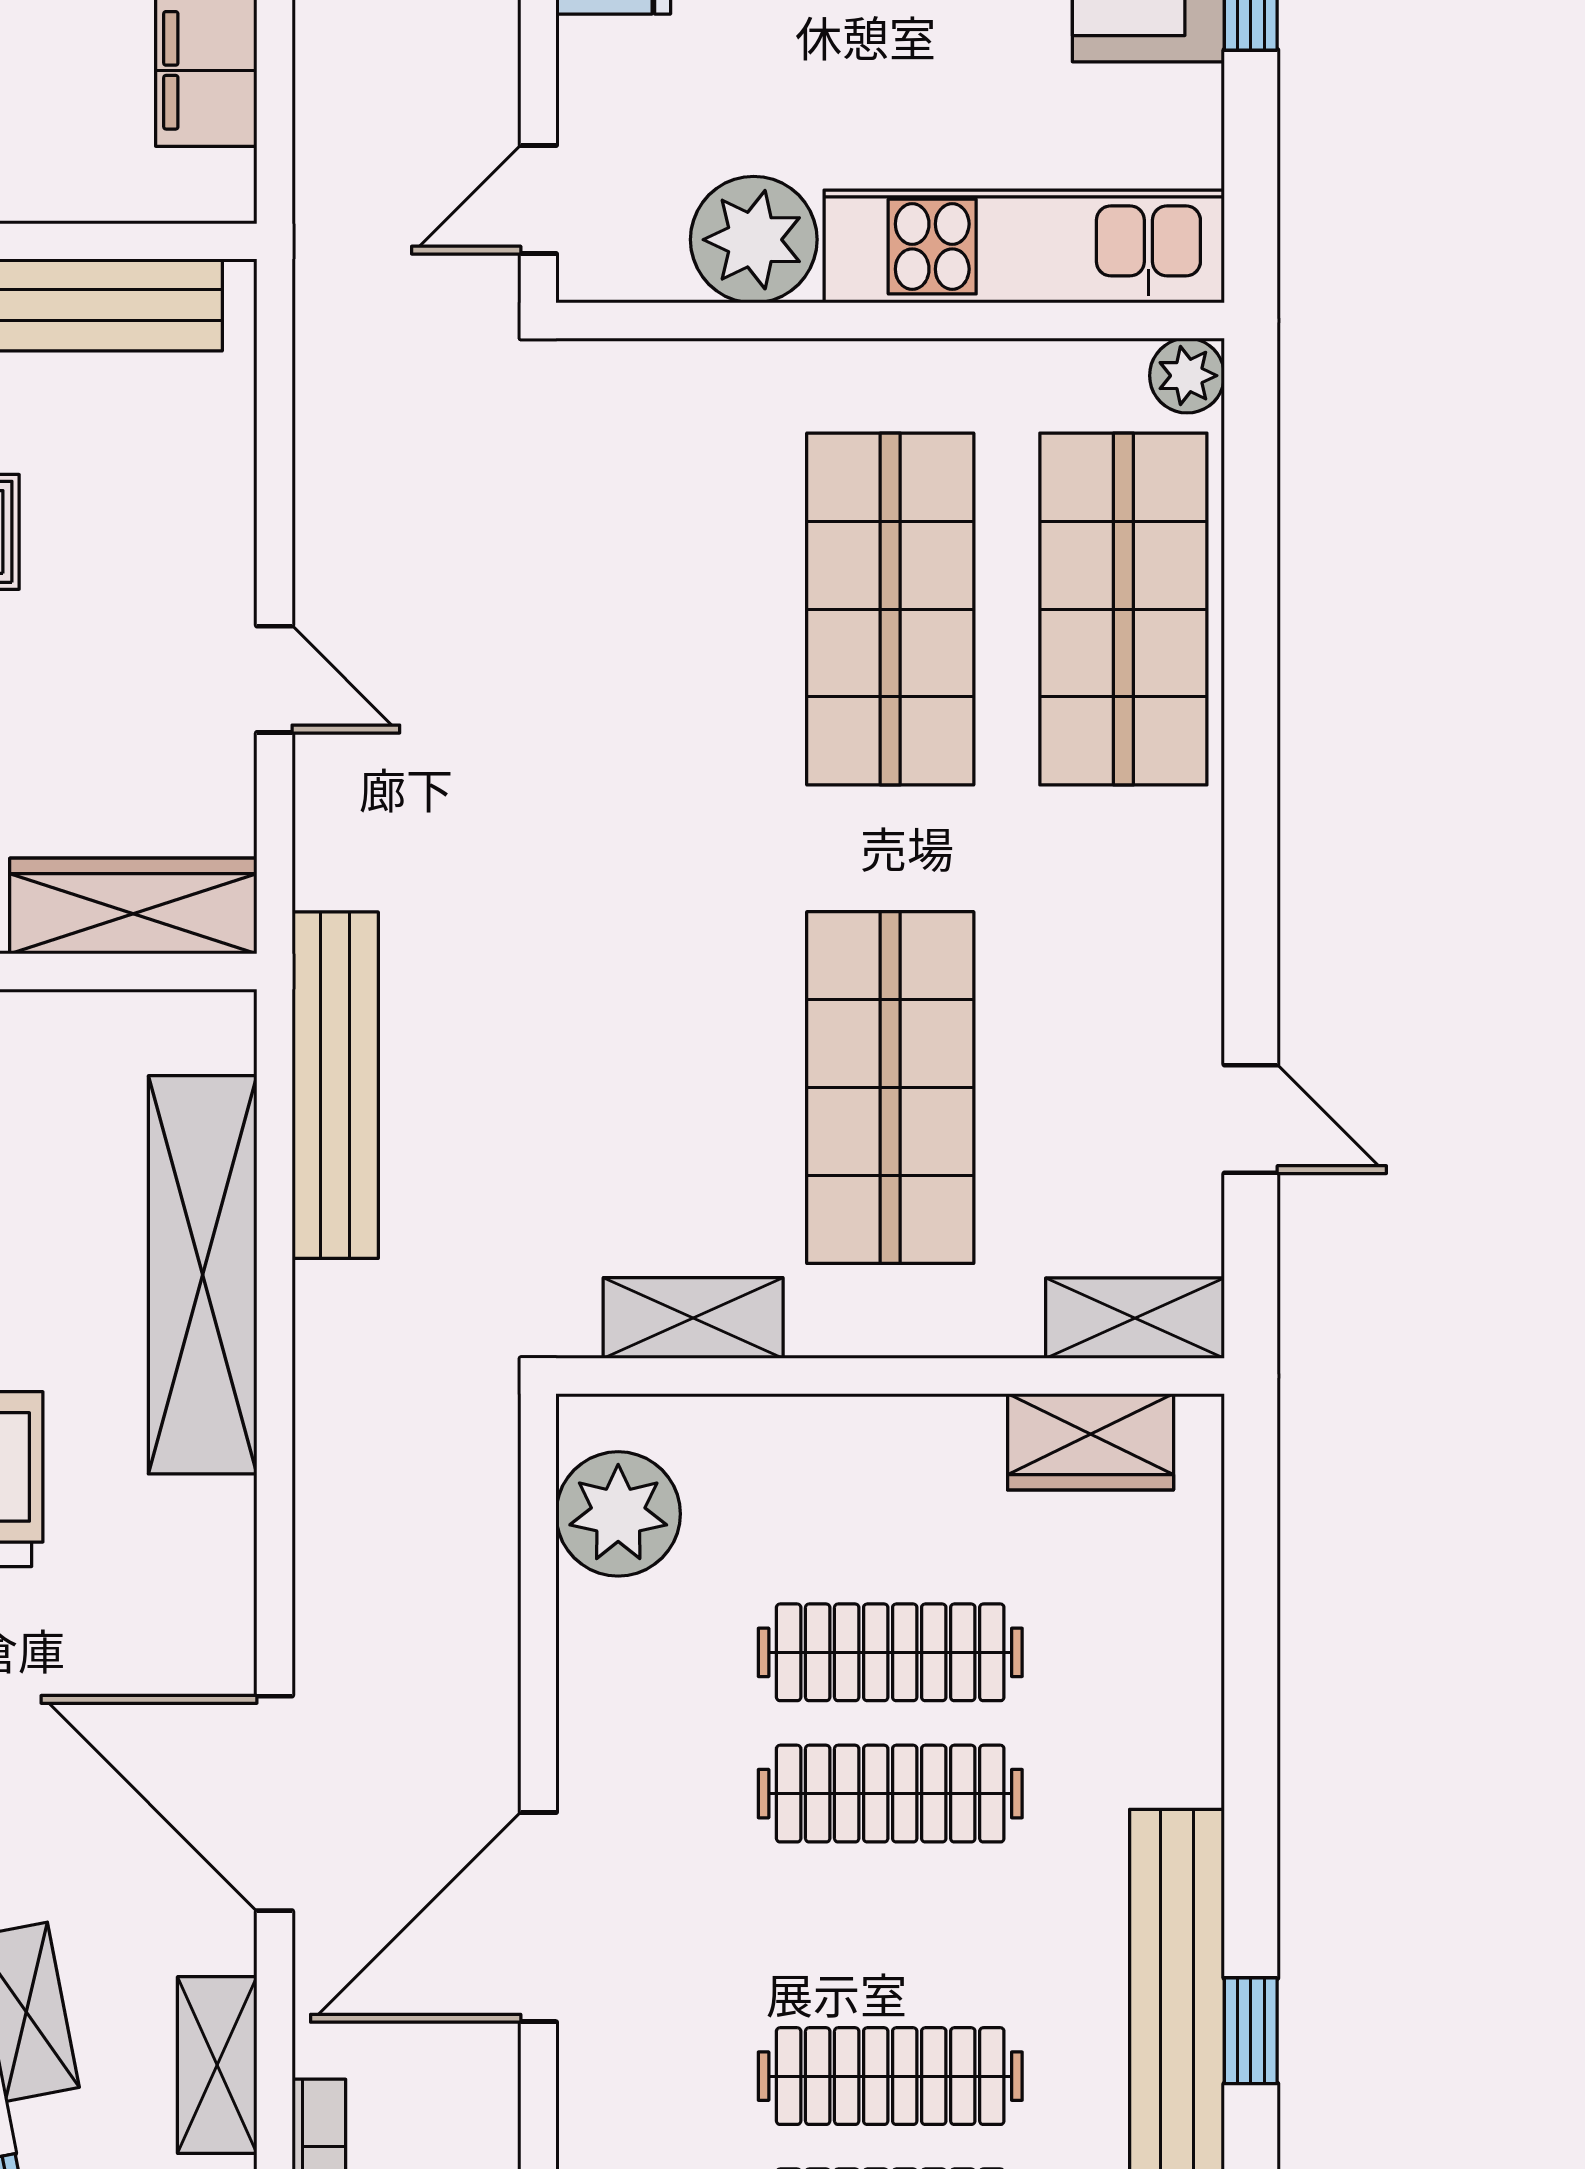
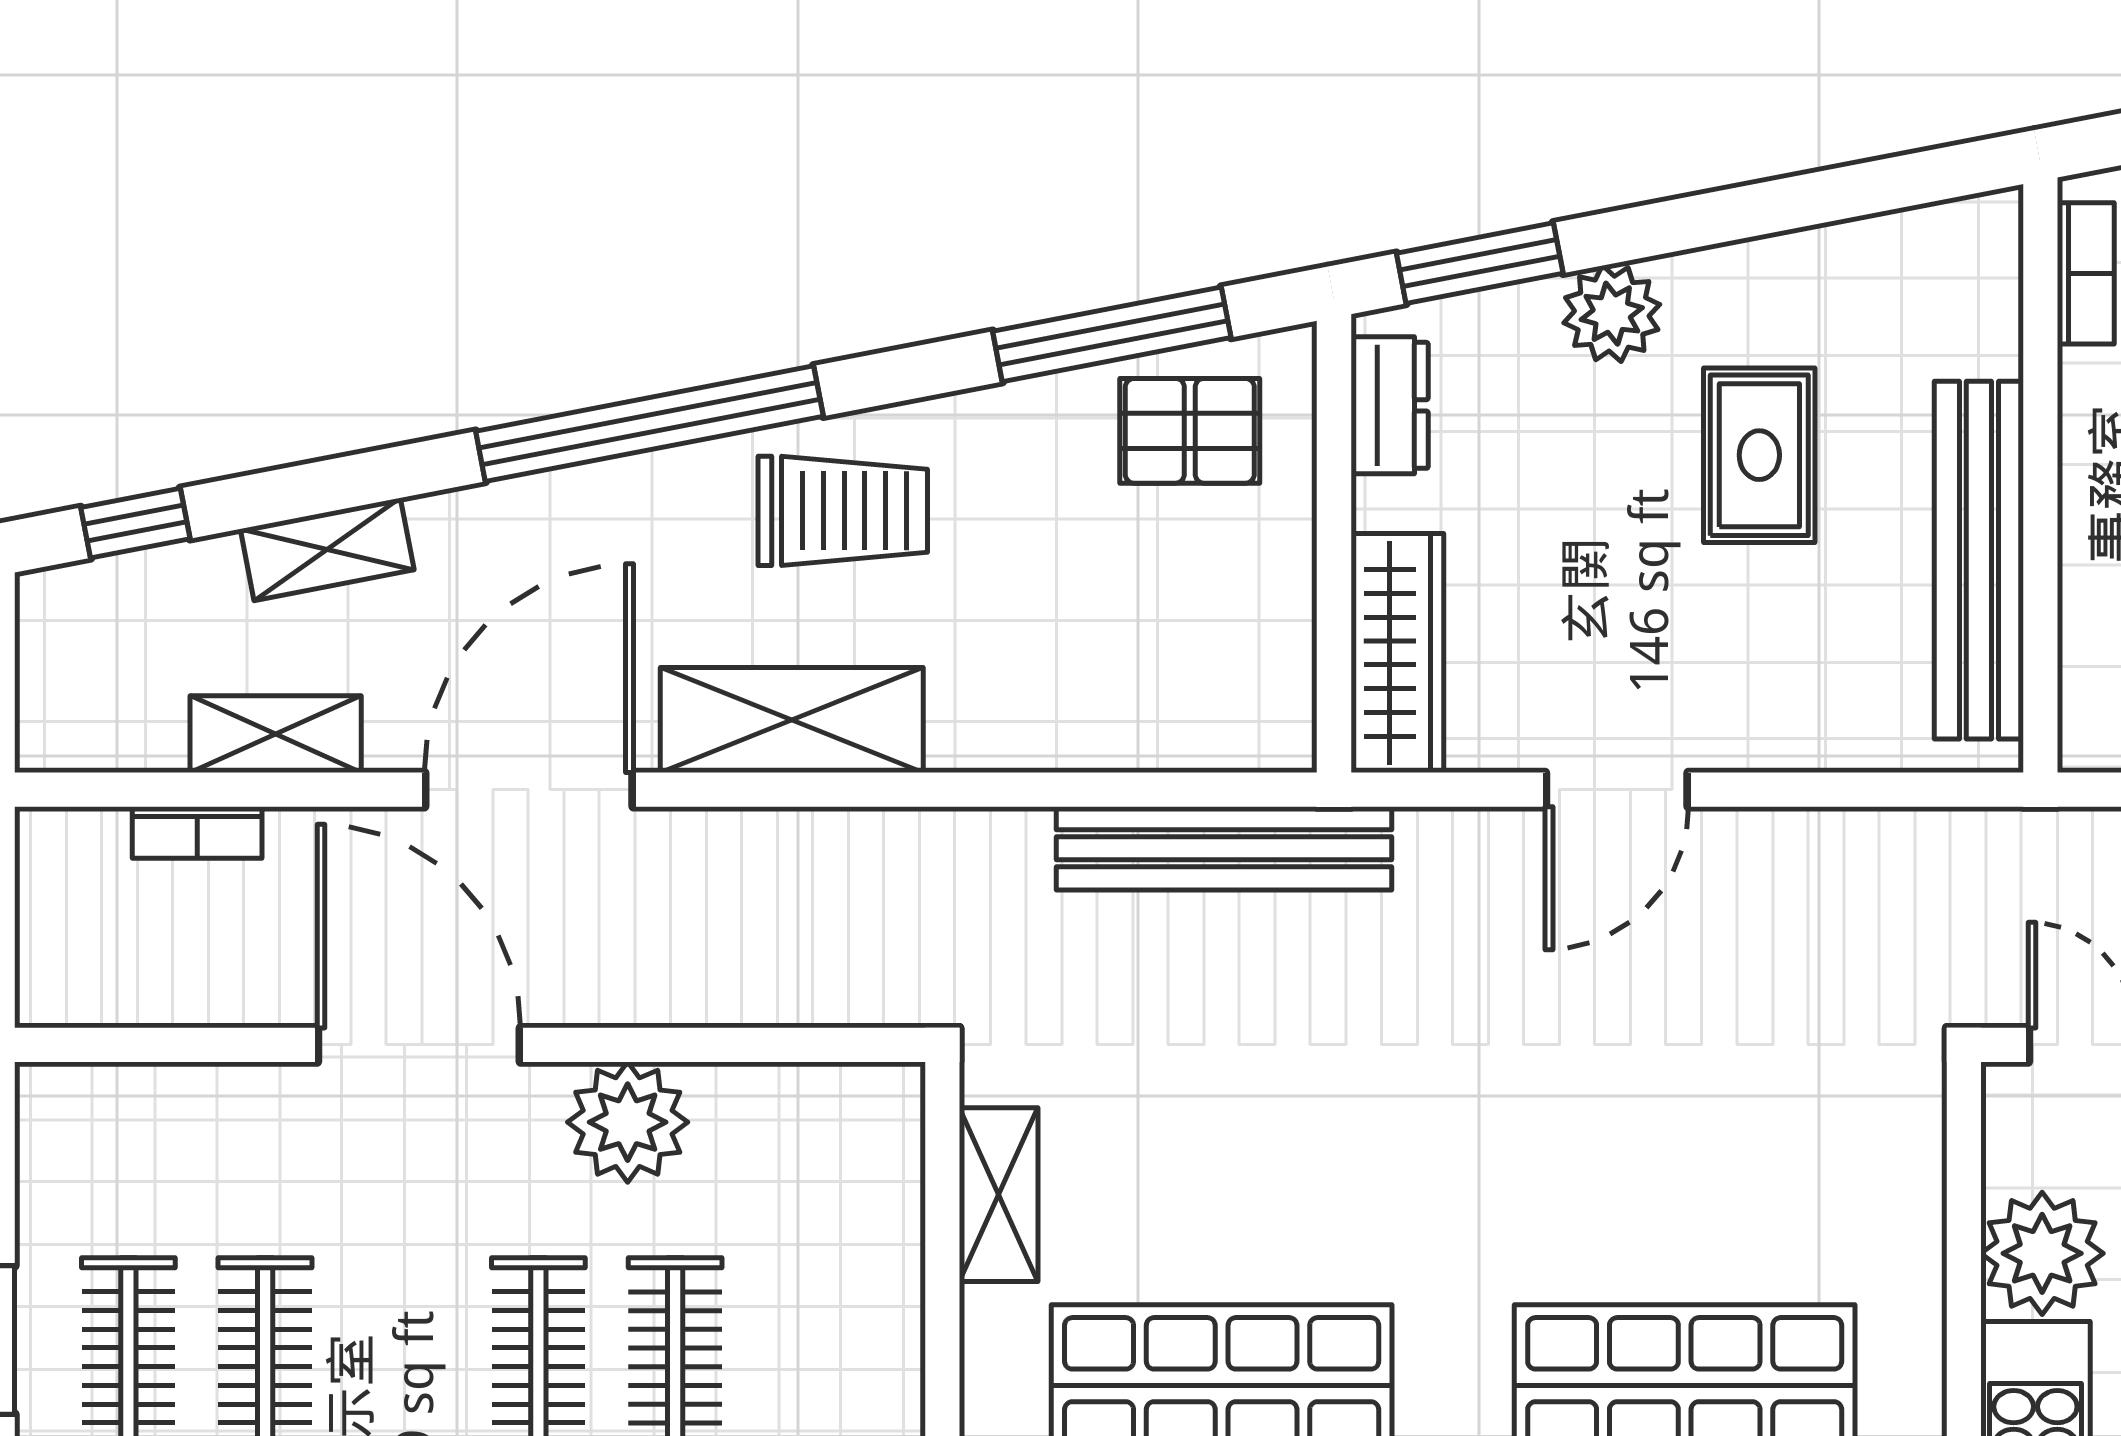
door: (275, 679) -> (1617, 790), width x1.38
shelving: (203, 1275) -> (792, 720), moved, width x0.68
plant: (618, 1514) -> (628, 1122), moved

